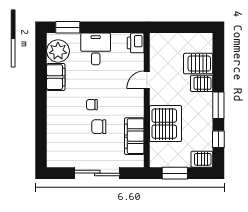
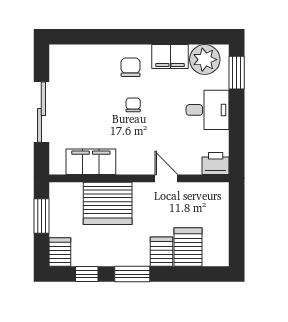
chair: (99, 127) -> (131, 67), moved

